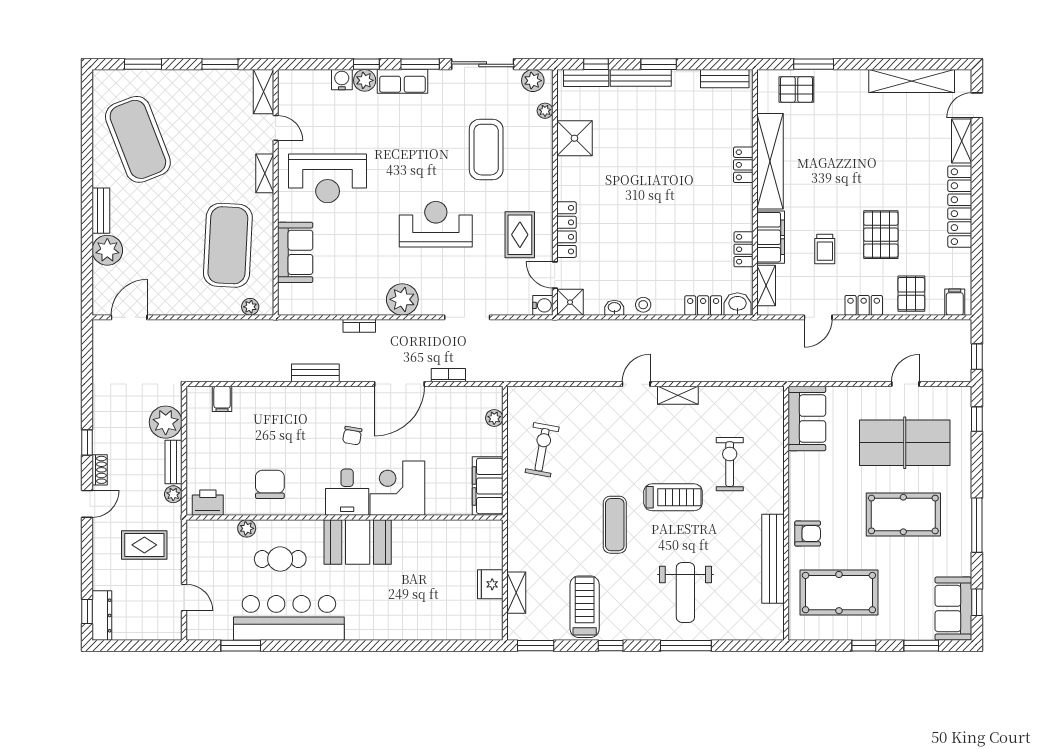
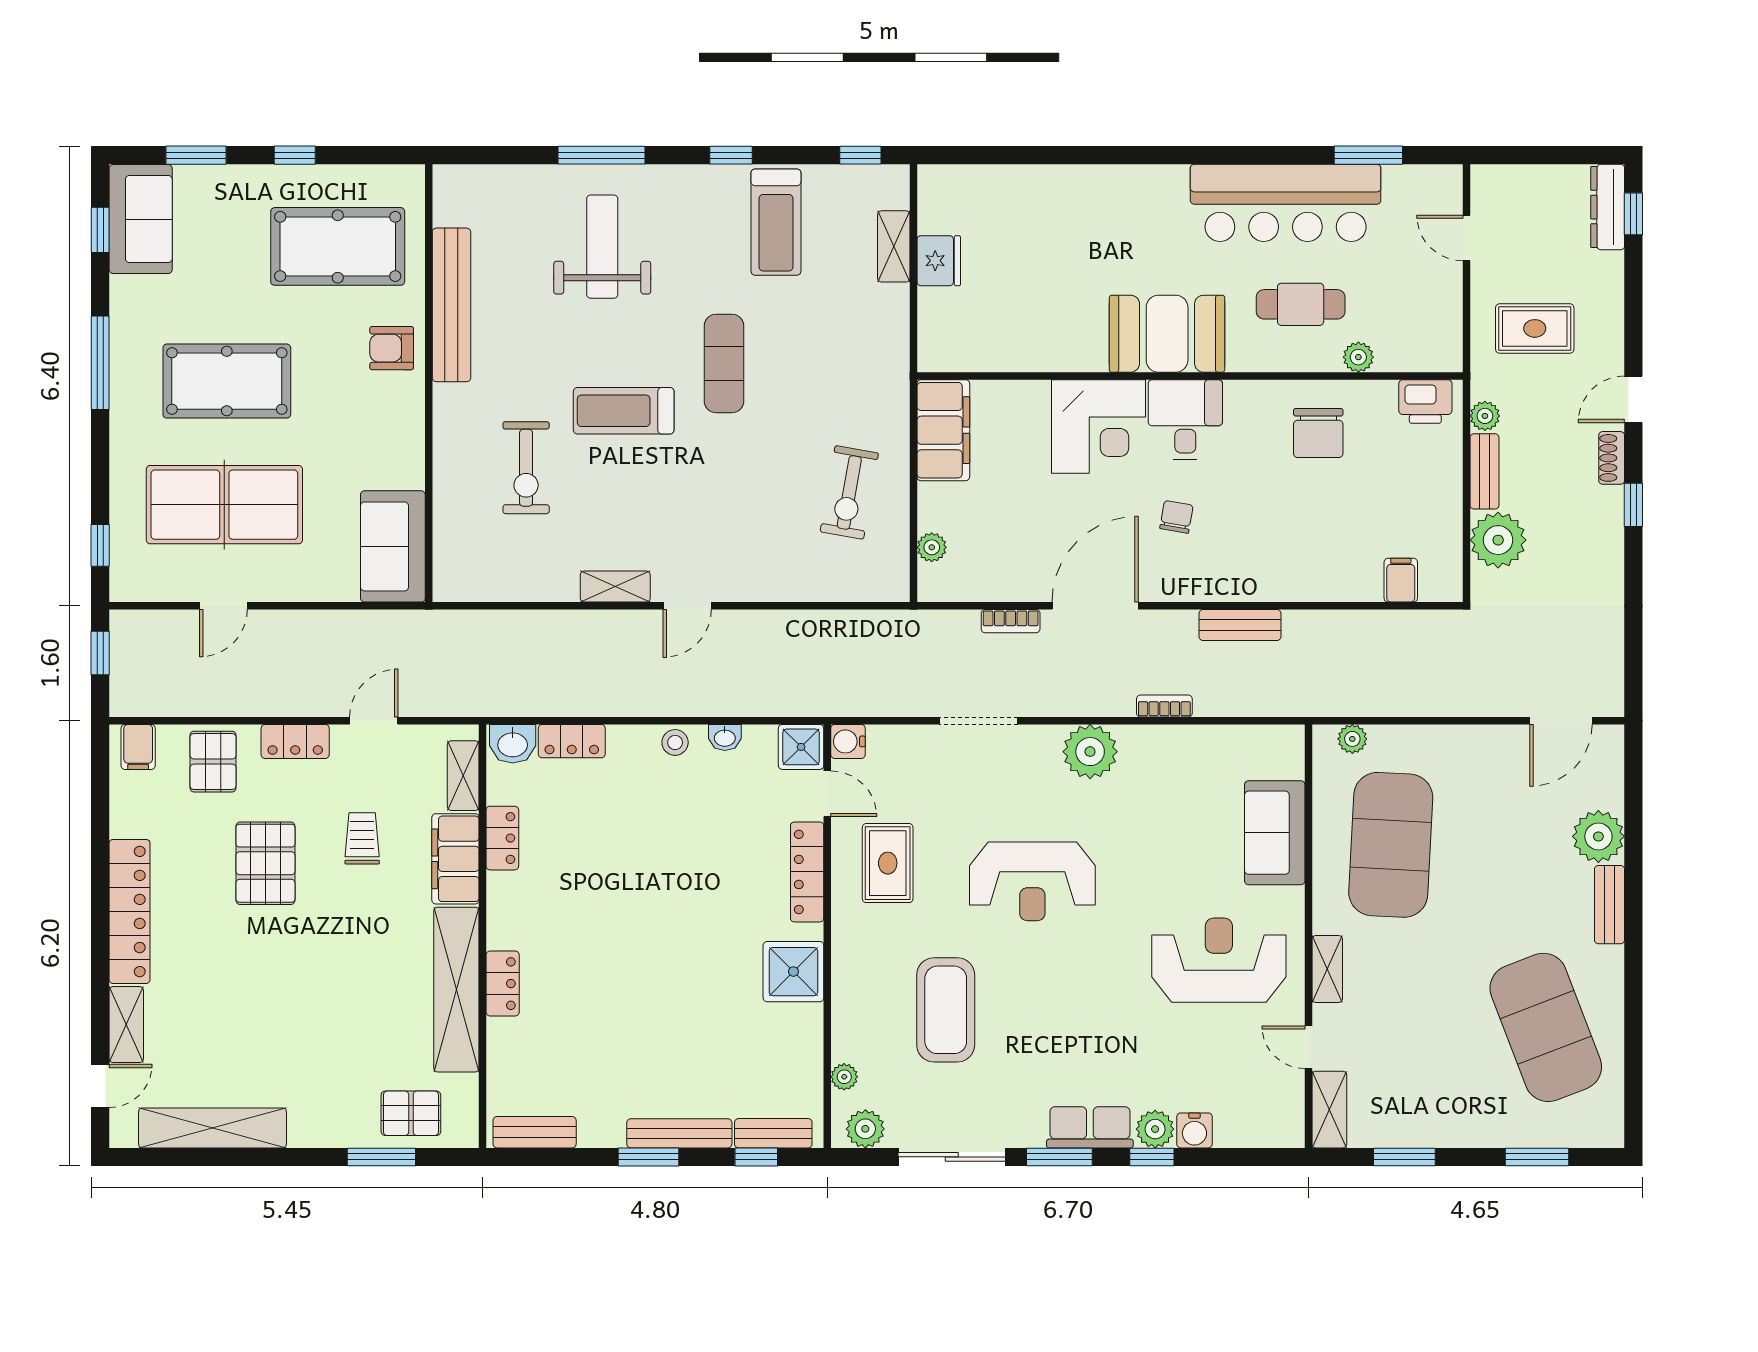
shower: (574, 138) -> (793, 972), moved
window: (536, 646) -> (860, 155), width x0.67

